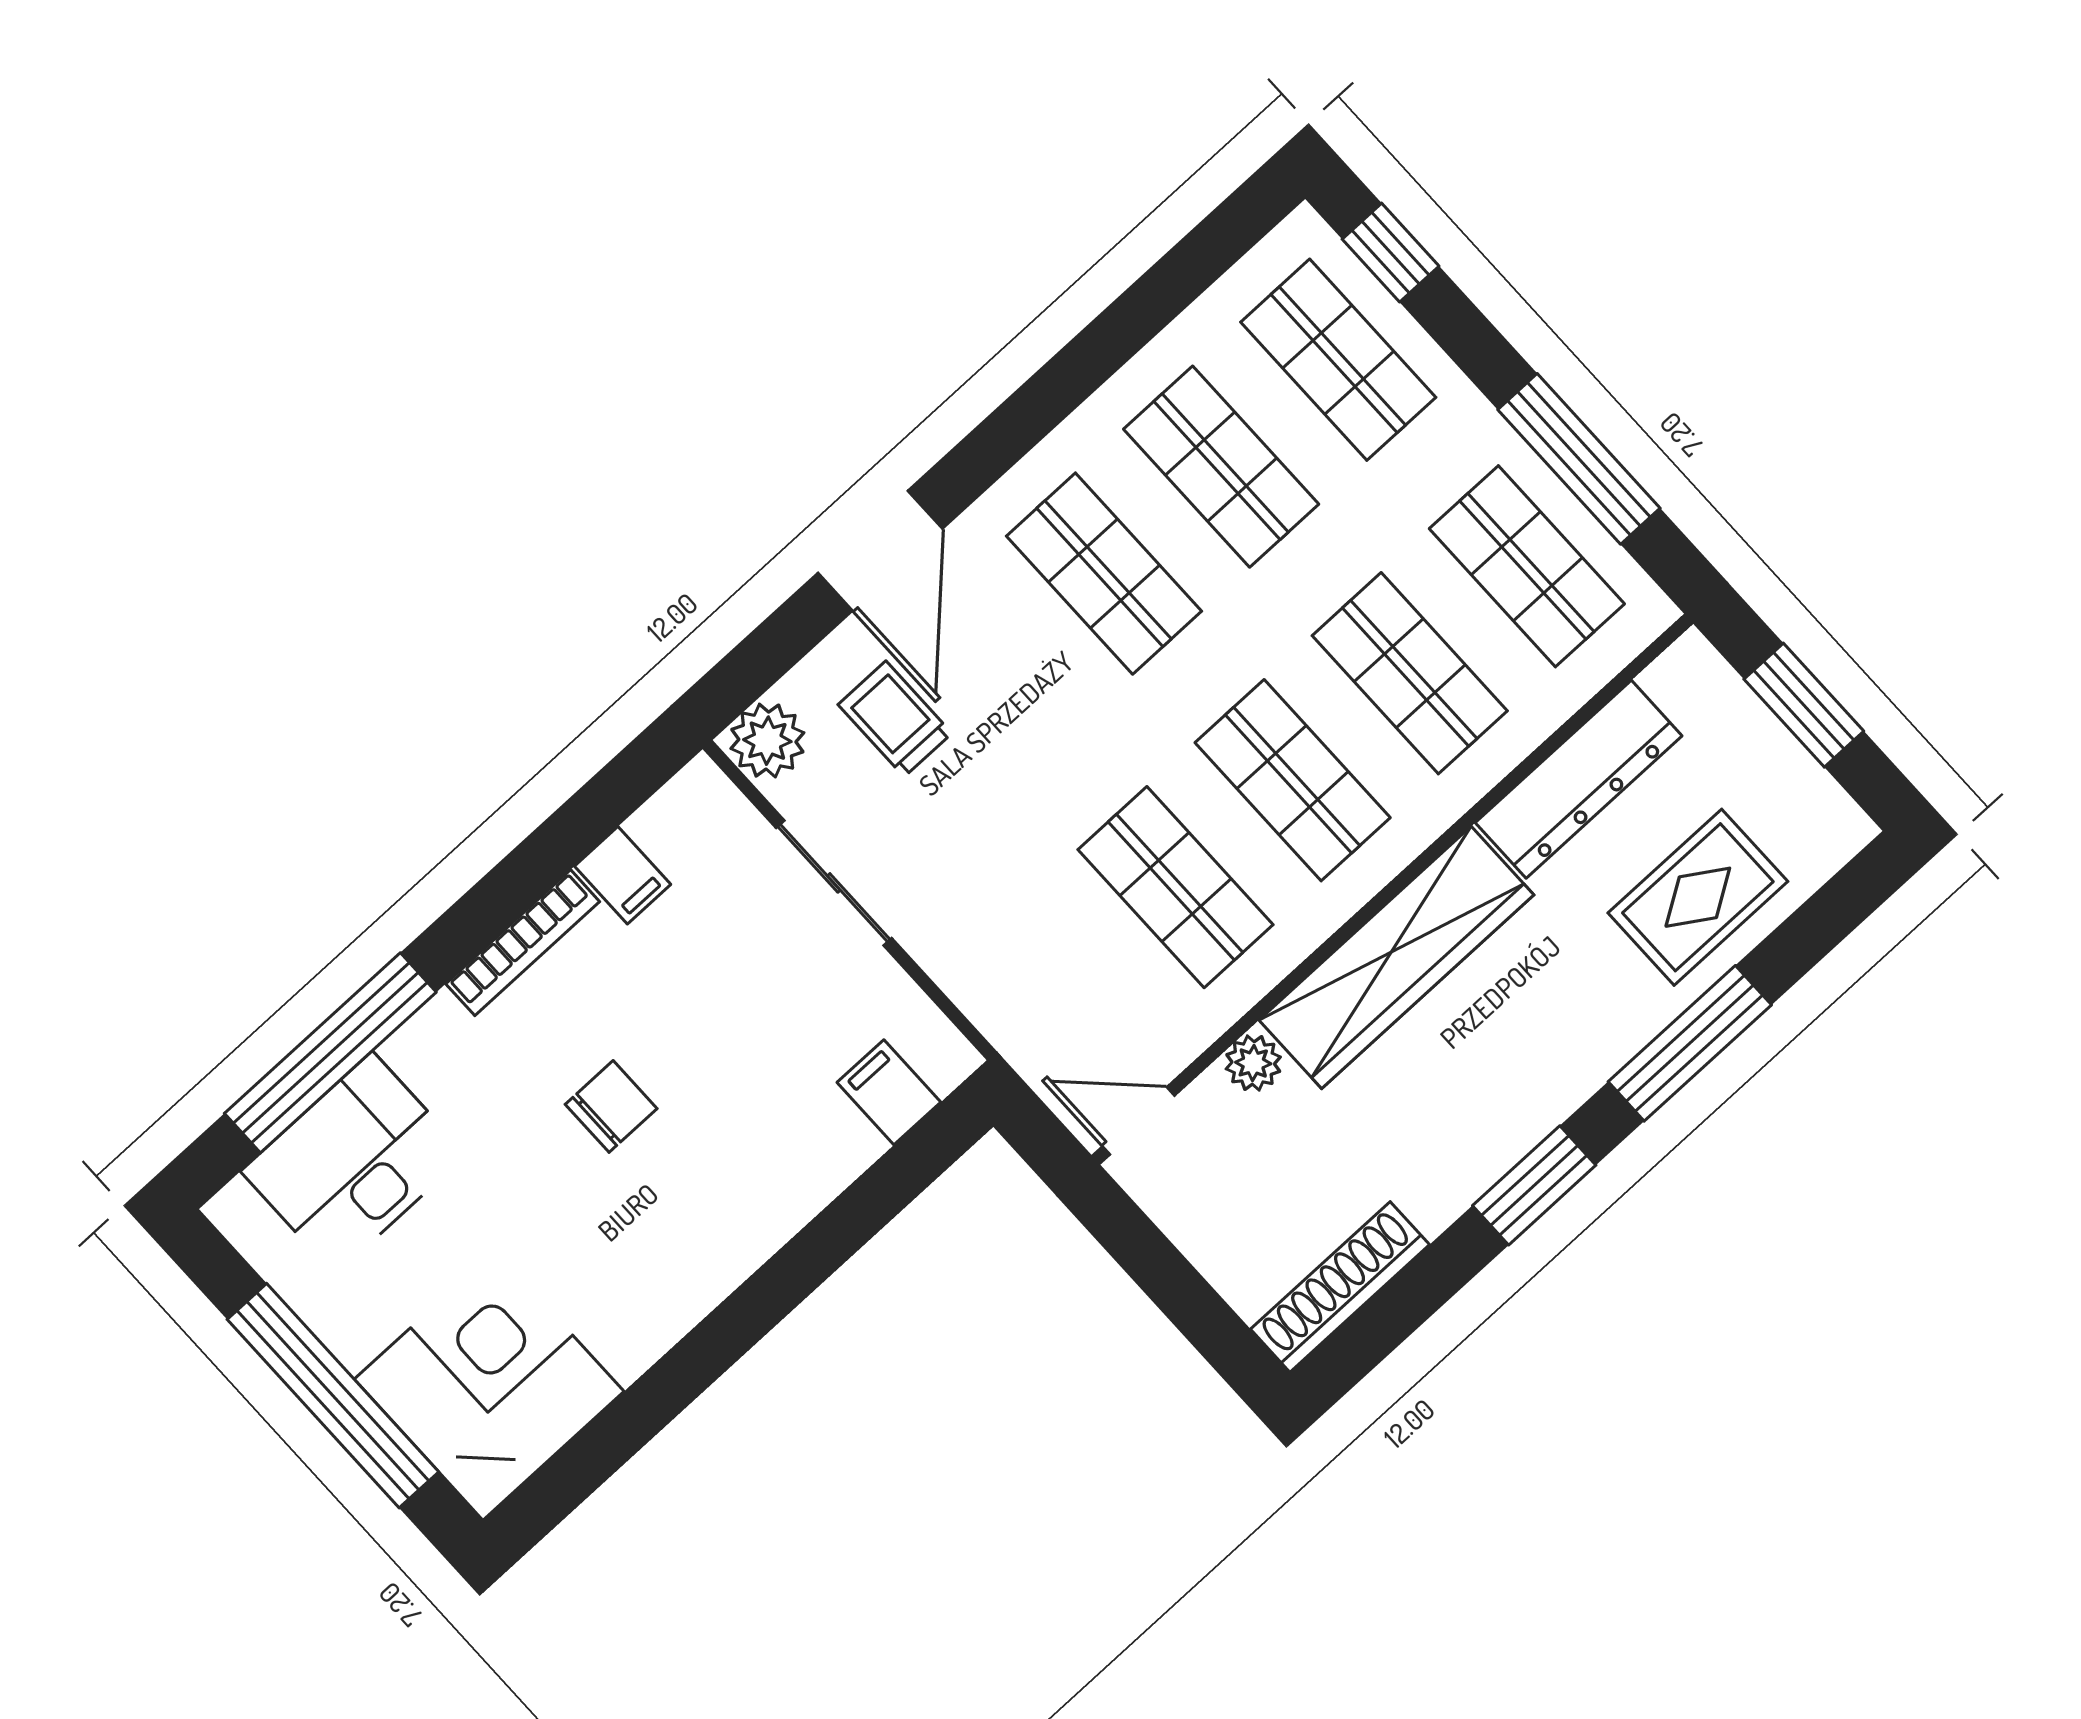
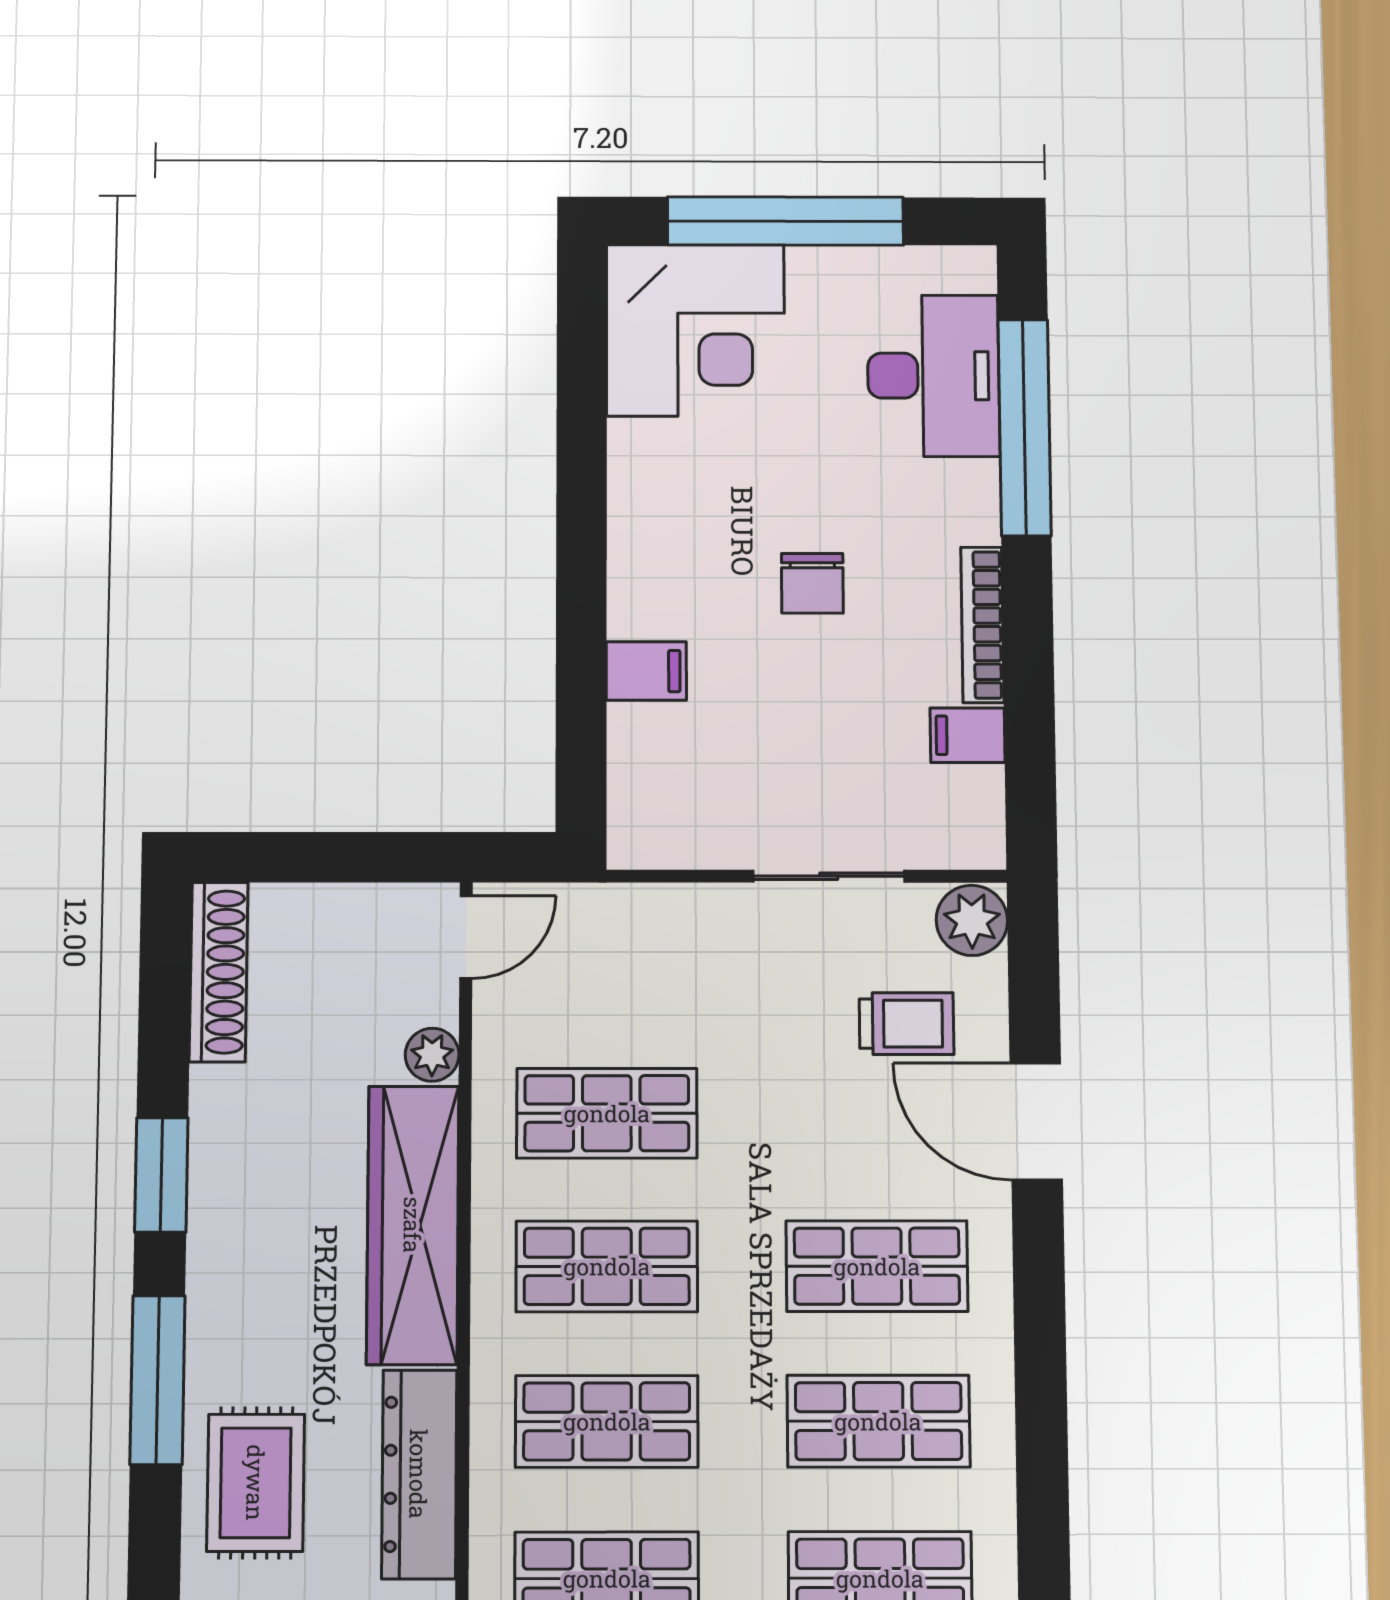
filing cabinet: (889, 1092) -> (646, 671), moved

